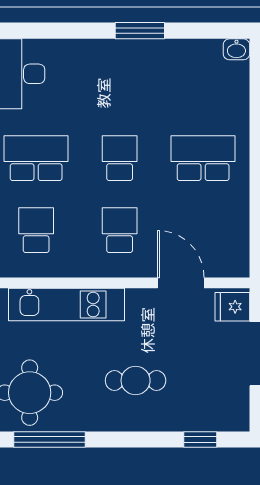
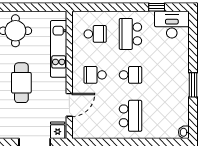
school desk: (36, 158) -> (130, 34), turned 180
school desk: (120, 230) -> (95, 75), turned 180
cafe table: (136, 380) -> (21, 83), width x1.37, depth x1.35

